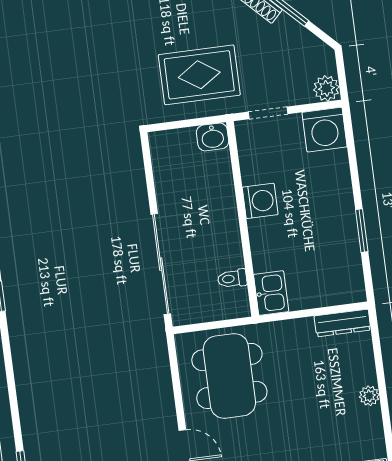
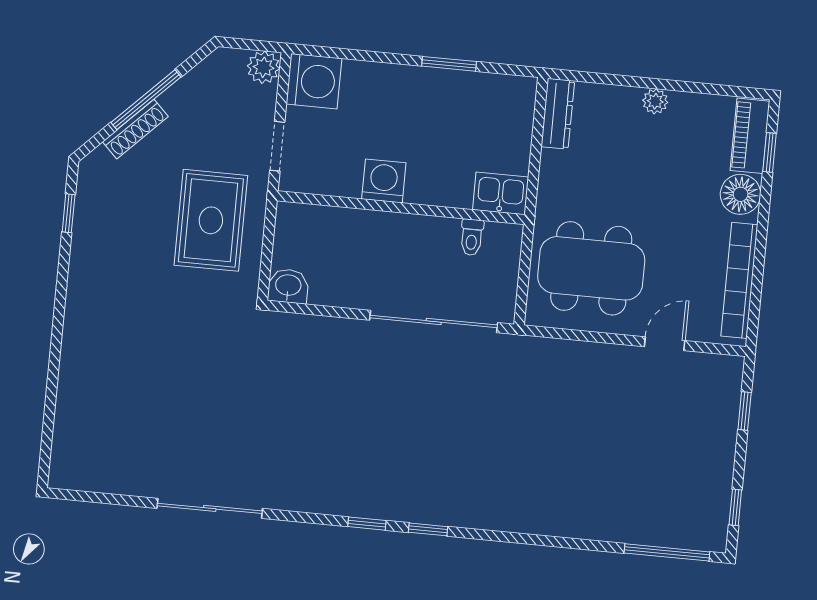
washbasin: (213, 137) -> (288, 286), moved, turned -90

